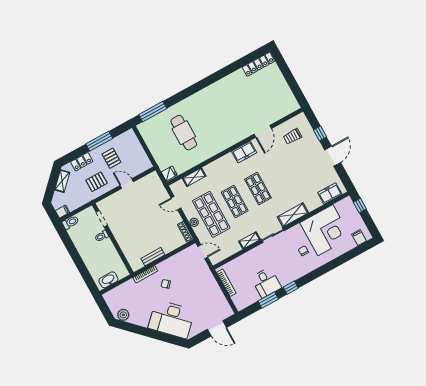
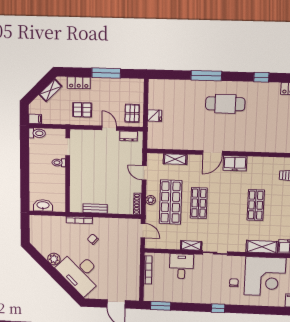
window: (224, 72) -> (261, 77), added
window: (153, 112) -> (206, 76), moved
door: (263, 131) -> (213, 153), moved
cafe table: (184, 133) -> (225, 104), moved, turned 90
pallet: (111, 158) -> (132, 113), moved
fridge: (169, 174) -> (155, 116), moved
dresser: (146, 181) -> (129, 136), added
shop shelf: (258, 189) -> (256, 205), moved
shelving: (293, 215) -> (262, 247), moved
desk: (266, 283) -> (181, 266), moved, turned 180
window: (291, 288) -> (218, 308), moved
window: (268, 300) -> (161, 306), moved
plant: (123, 315) -> (54, 259), moved

